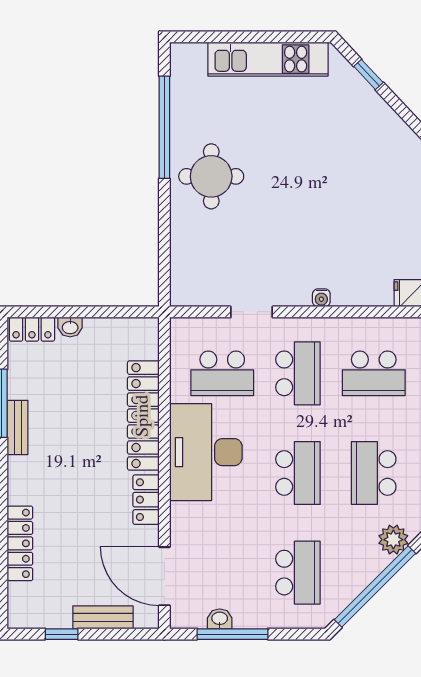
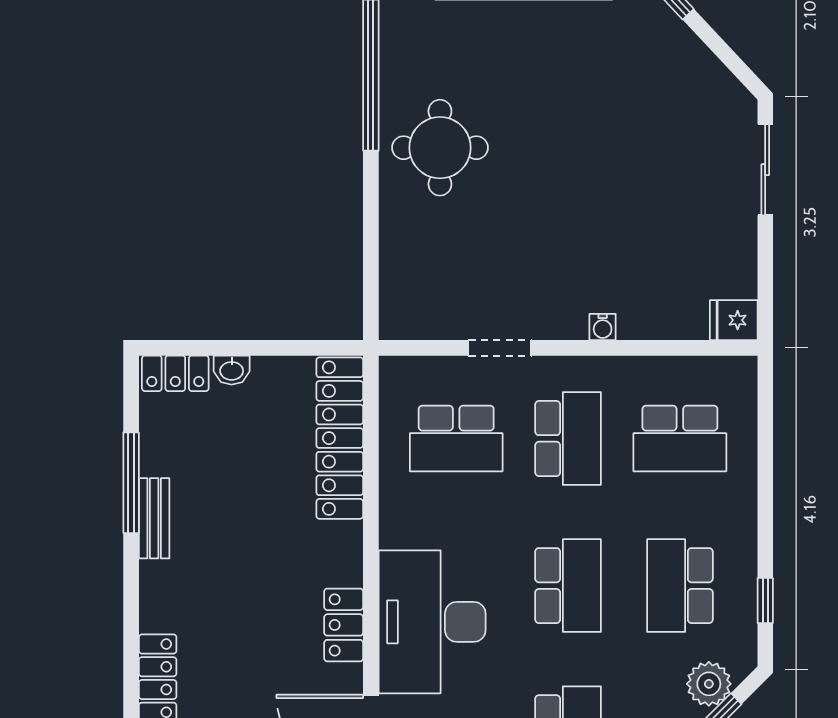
locker: (143, 416) -> (340, 438), moved
desk: (206, 452) -> (432, 622), moved

